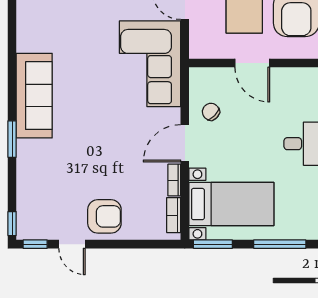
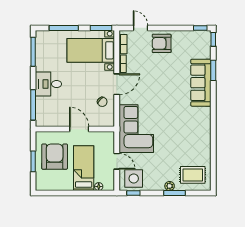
sofa: (34, 96) -> (201, 83), moved
window: (12, 139) -> (213, 70), moved
door: (72, 244) -> (141, 28), moved

